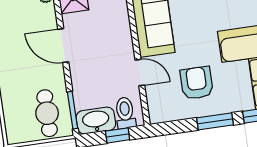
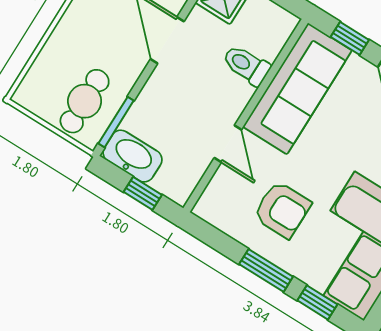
armchair: (197, 83) -> (282, 210), turned 90
toilet: (125, 113) -> (246, 65), moved, turned -90

